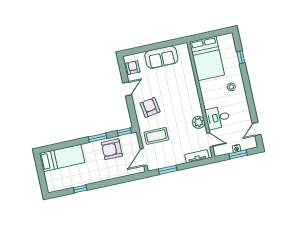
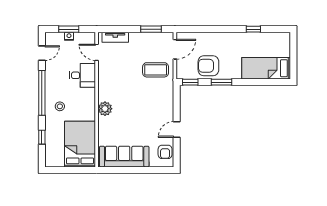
sofa: (161, 57) -> (124, 157), width x1.36
window: (249, 95) -> (42, 93), added
armchair: (150, 107) -> (156, 103), removed
plant: (199, 122) -> (105, 109), moved
armchair: (112, 149) -> (208, 66), turned 180

